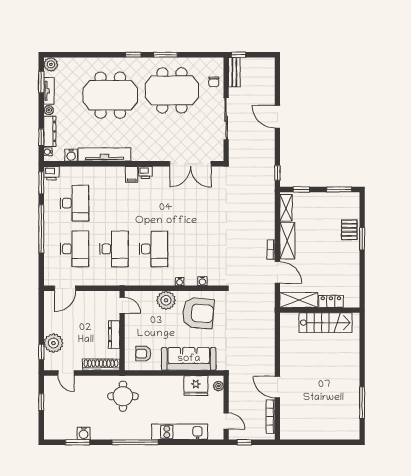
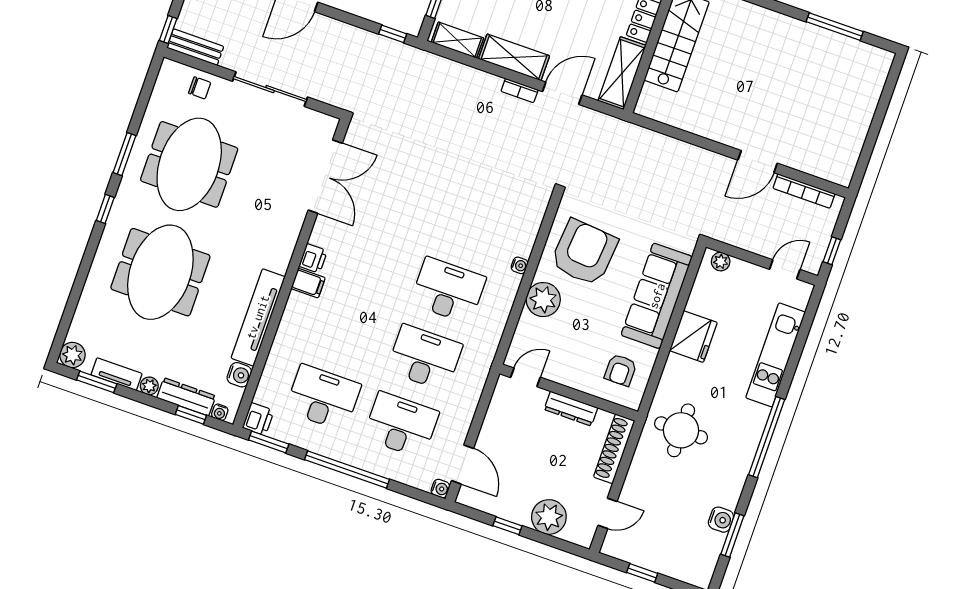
water cooler: (202, 281) -> (440, 489), moved
window: (41, 352) -> (507, 526), moved
fridge: (196, 386) -> (693, 337), moved

